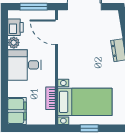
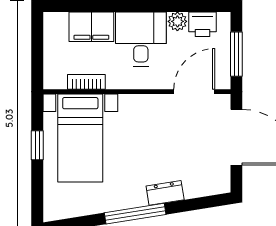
filing cabinet: (17, 111) -> (91, 27), moved

